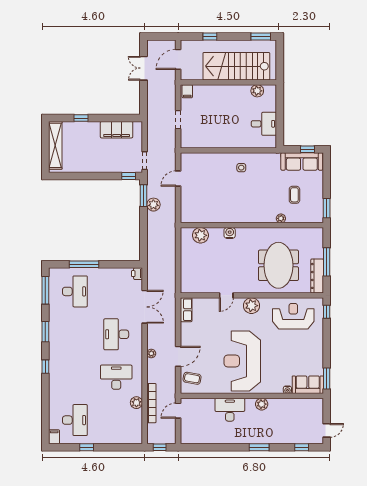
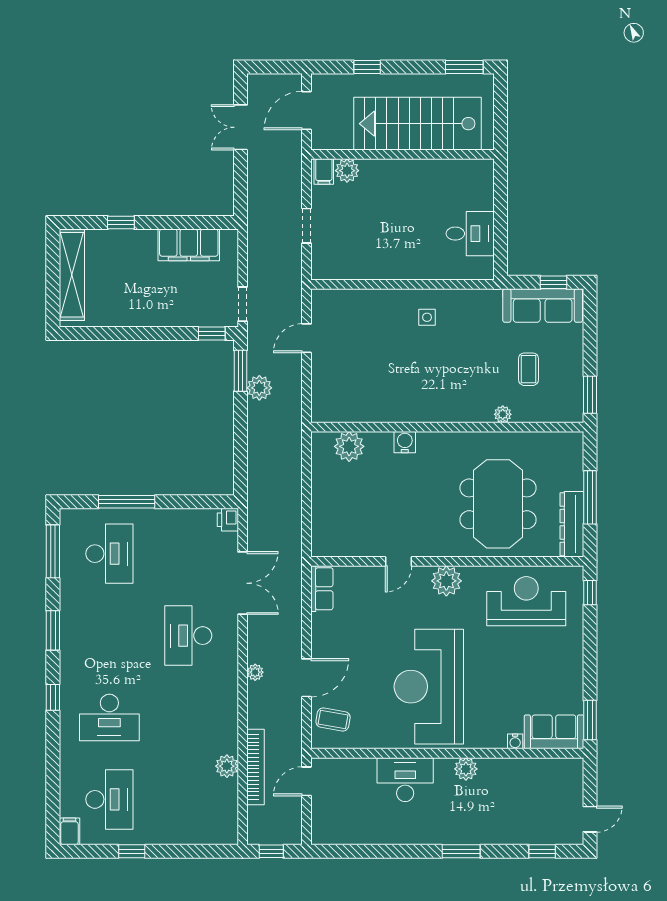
plant: (257, 91) -> (347, 171), moved
desk: (116, 377) -> (109, 718), moved, turned 180

